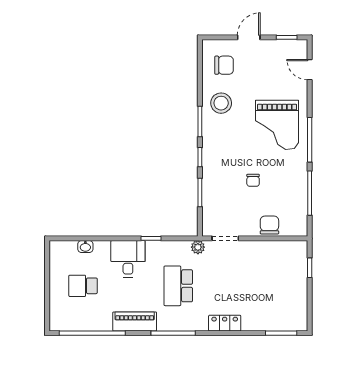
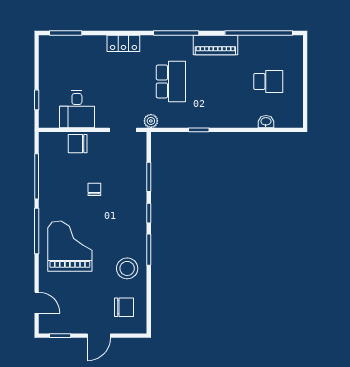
chair: (224, 65) -> (124, 307), turned 180
chair: (269, 225) -> (78, 144), turned 90
desk: (128, 259) -> (77, 109), moved

